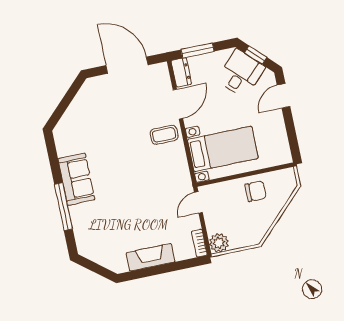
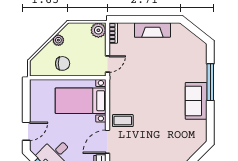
chair: (256, 191) -> (63, 63), turned 180
plant: (267, 220) -> (58, 40), added

